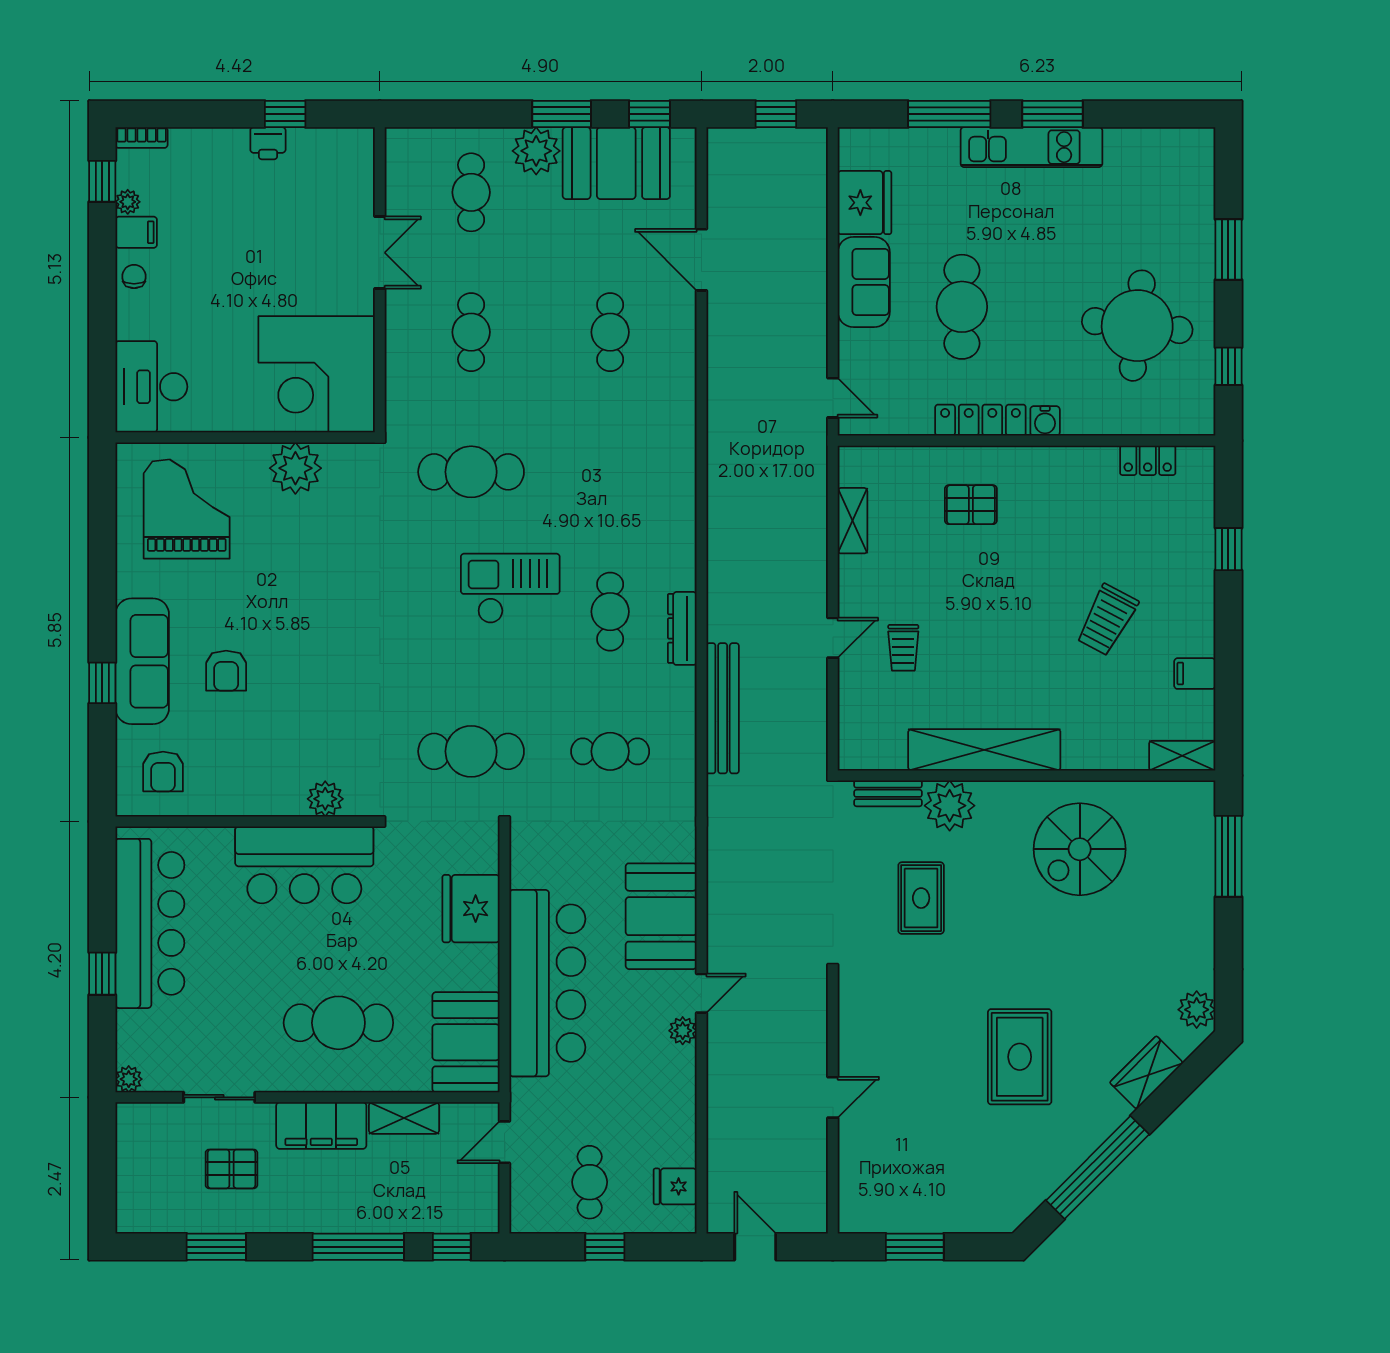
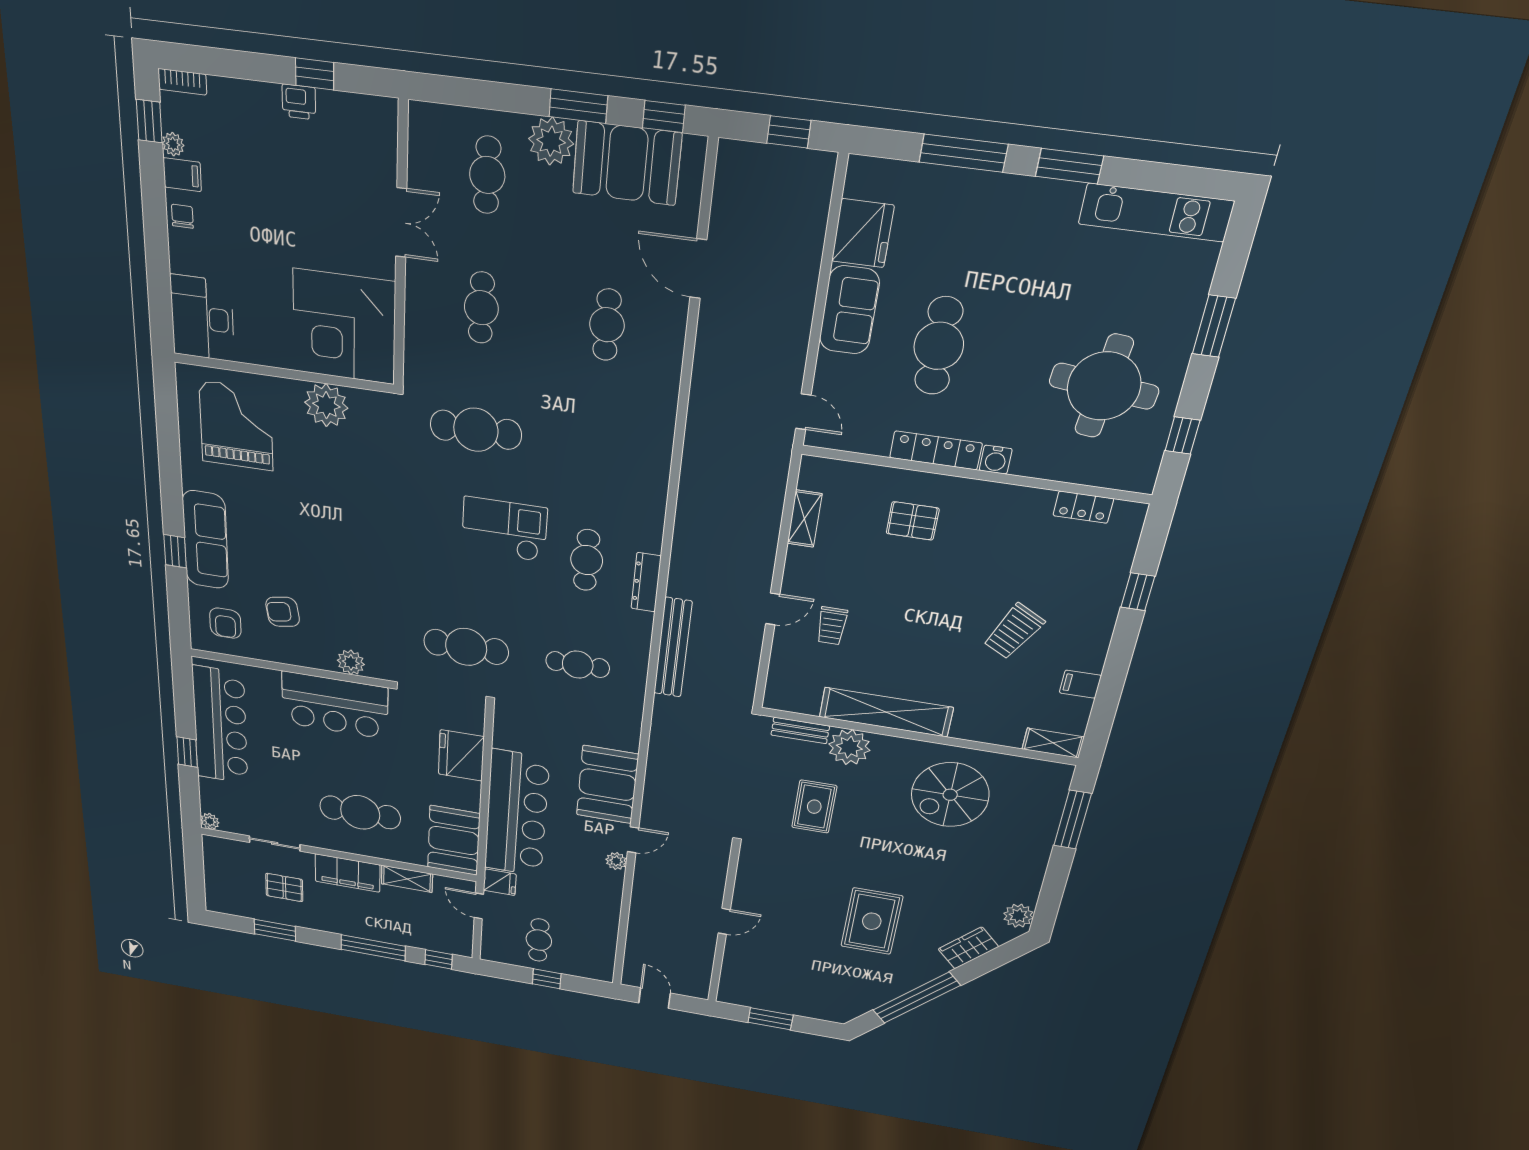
kitchen unit: (1031, 147) -> (1156, 212), moved
armchair: (226, 671) -> (283, 612), moved, turned 81
door: (505, 1142) -> (479, 906), hinge flipped
fridge: (675, 1186) -> (500, 882), moved, turned 180

